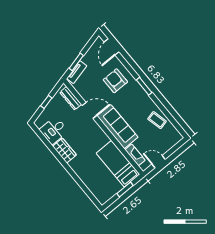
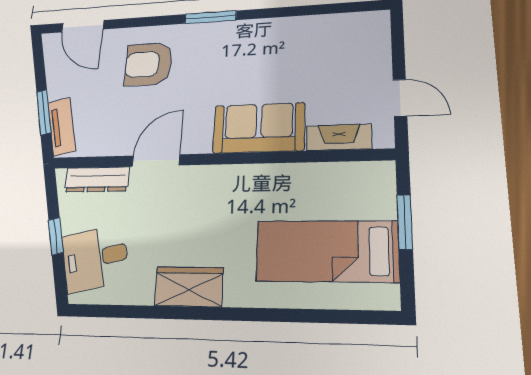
coffee table: (157, 120) -> (302, 39), removed
sofa: (117, 127) -> (259, 128), width x0.73
desk: (54, 130) -> (95, 258), moved, turned 76
door: (159, 162) -> (400, 98), swing flipped
bed: (118, 164) -> (327, 251), moved

